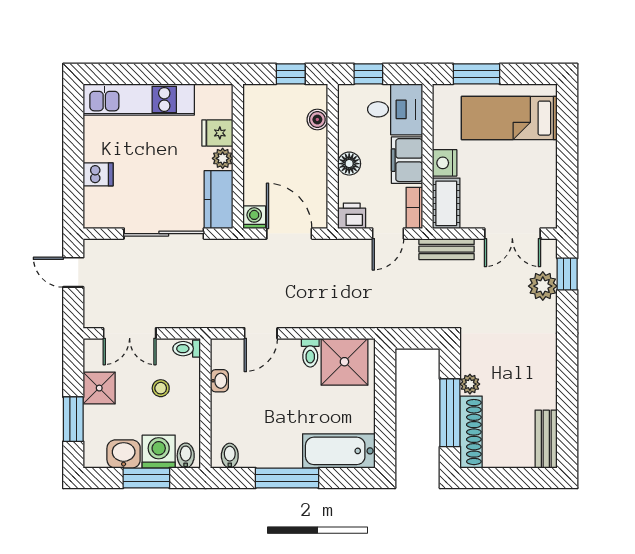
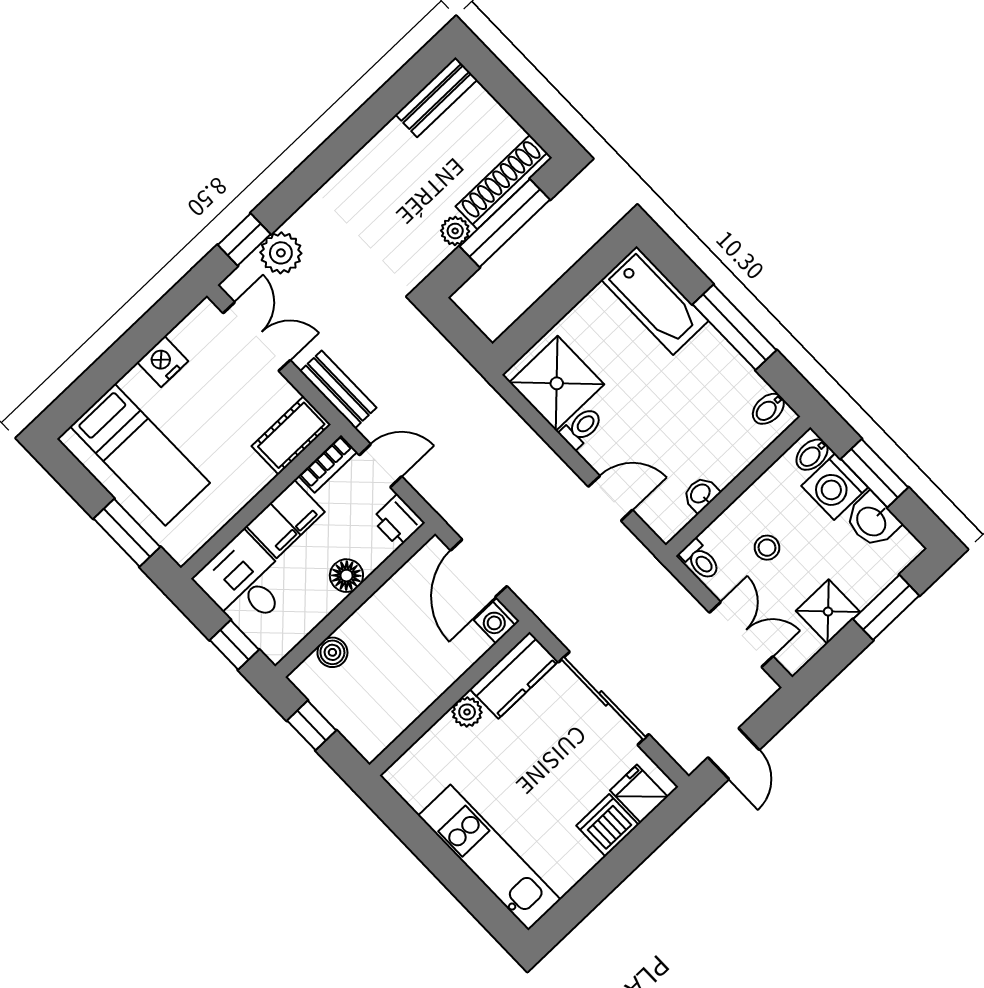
fridge: (217, 133) -> (639, 794), moved, turned 180
nightstand: (445, 163) -> (163, 362), moved, turned 180
dishwasher: (98, 174) -> (607, 825), width x1.38

